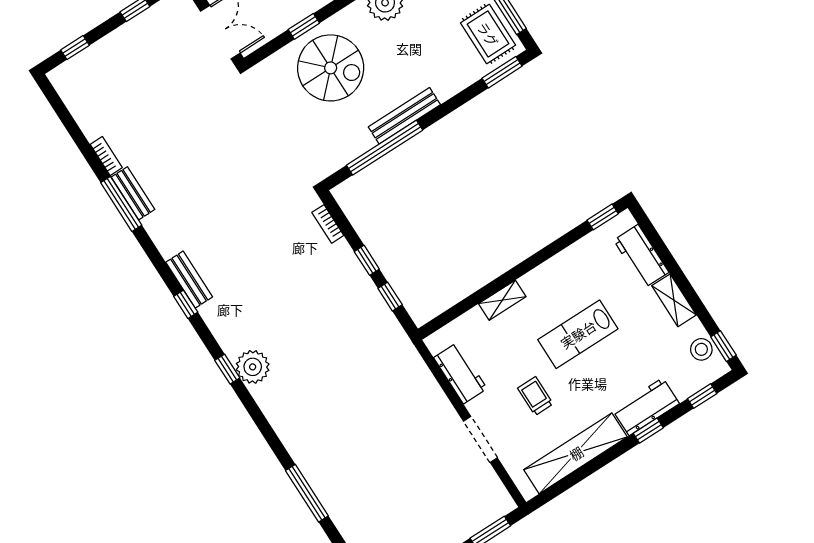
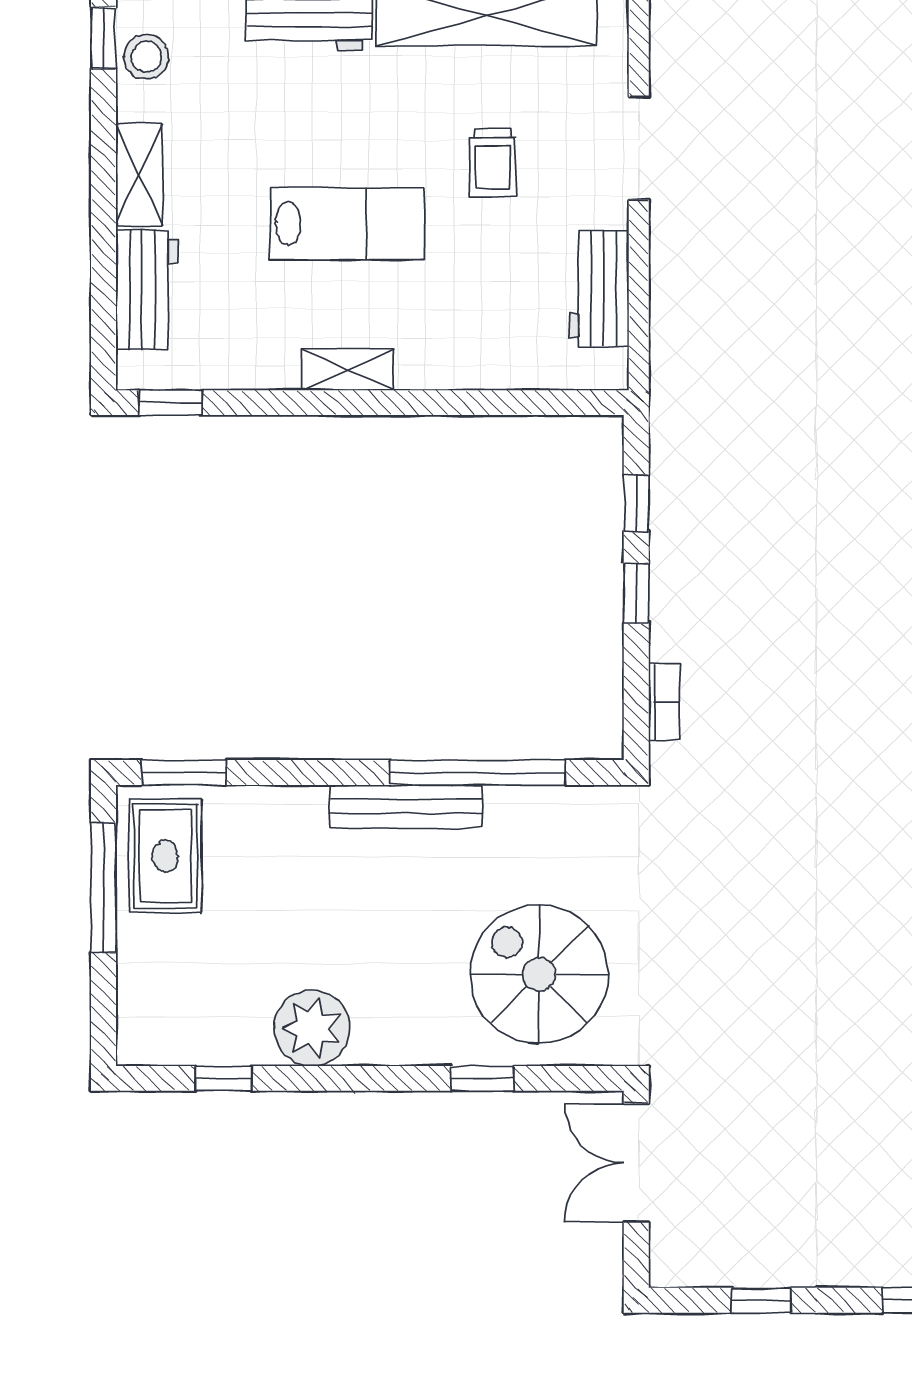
spiral stairs: (331, 68) -> (539, 974), moved
shelving: (502, 300) -> (348, 370), moved

